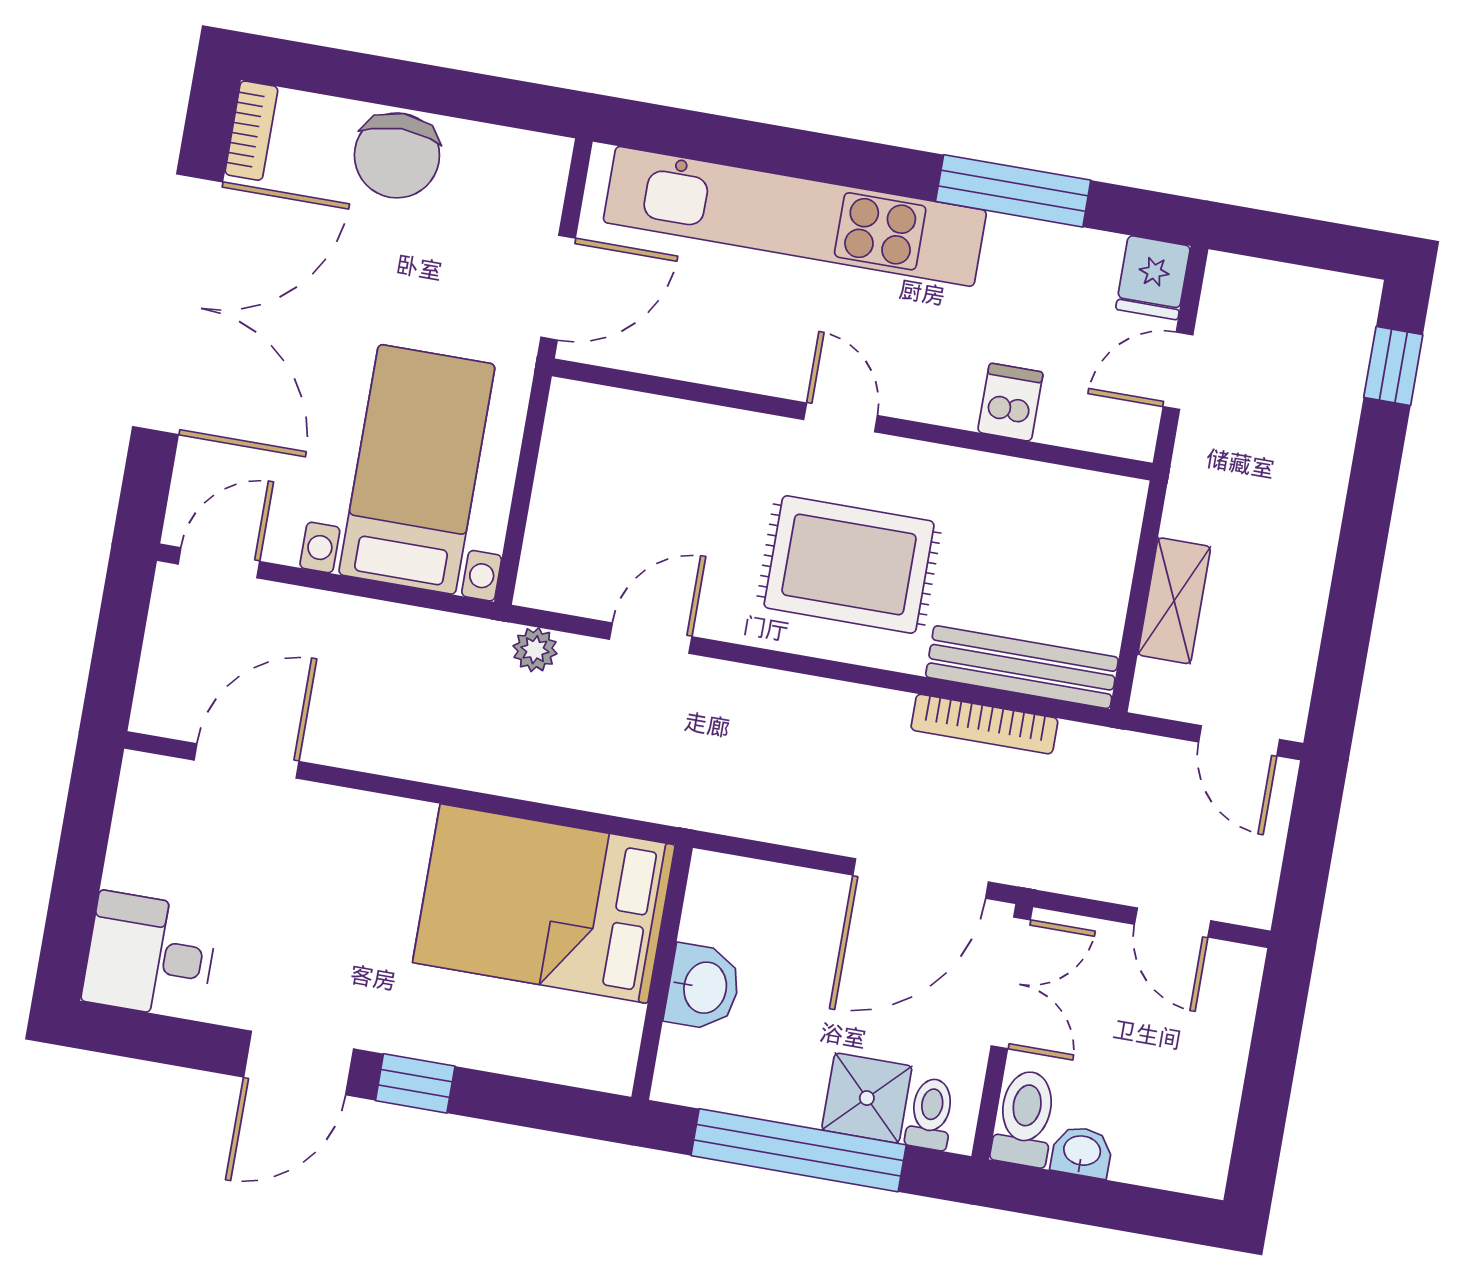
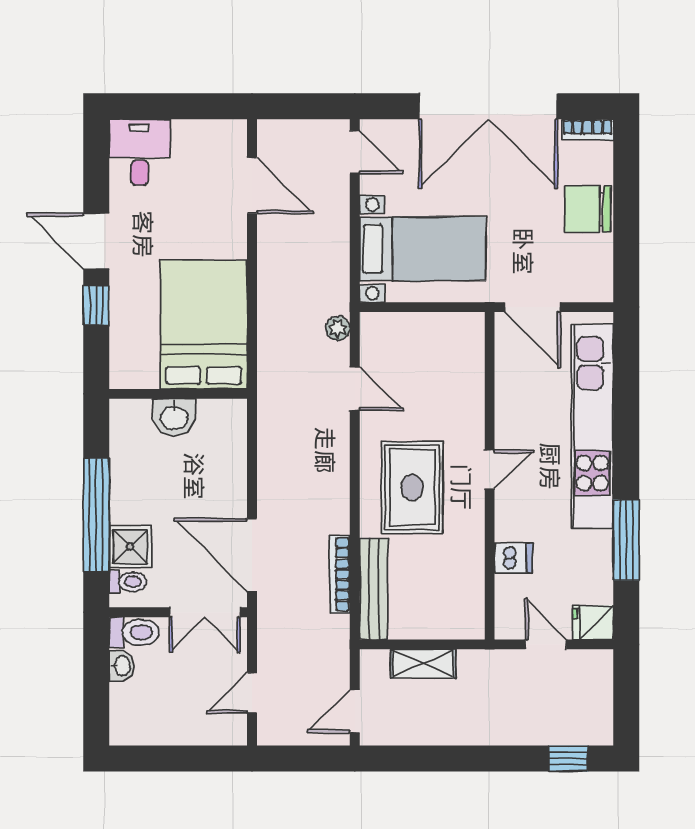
bed: (544, 904) -> (204, 325), moved
wall: (662, 972) -> (178, 394), moved
washbasin: (703, 987) -> (174, 417), moved

